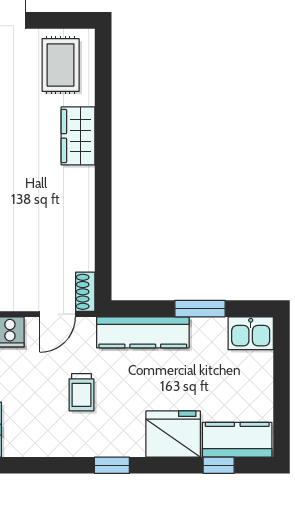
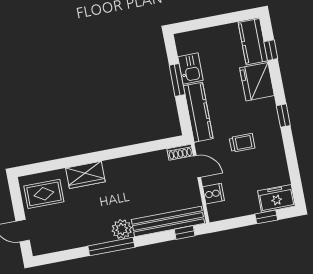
kitchen sink: (251, 333) -> (191, 69), moved

